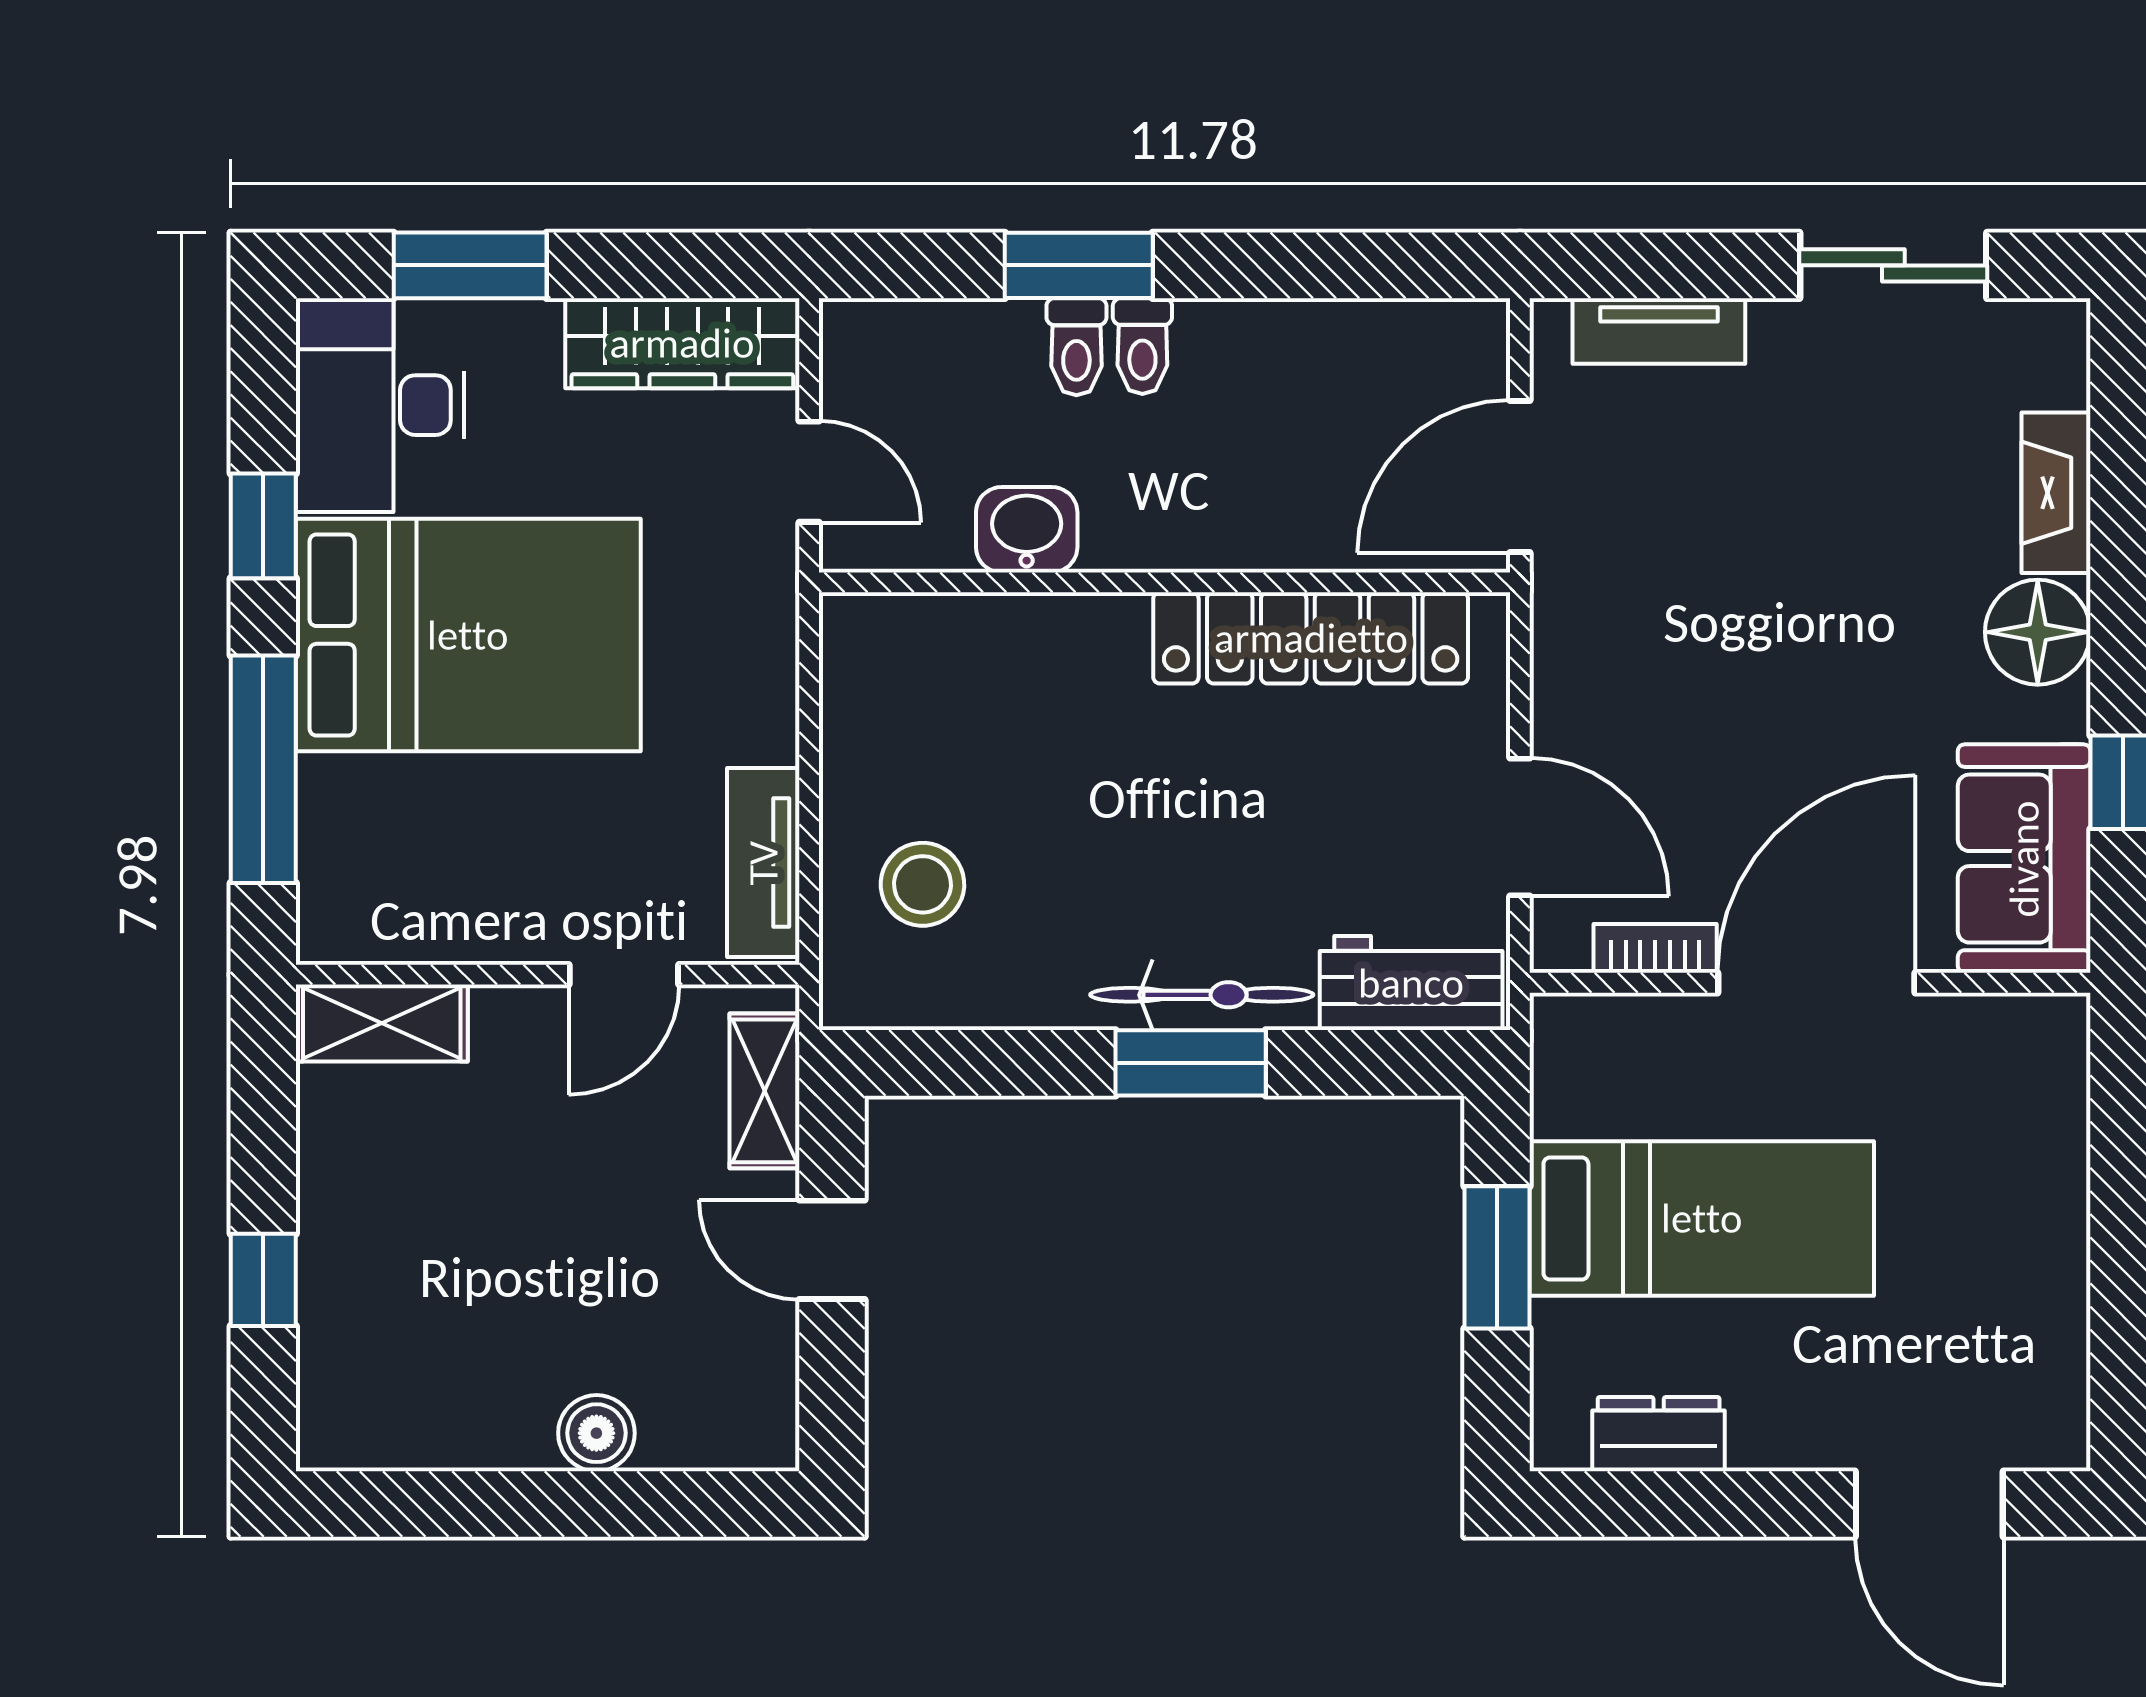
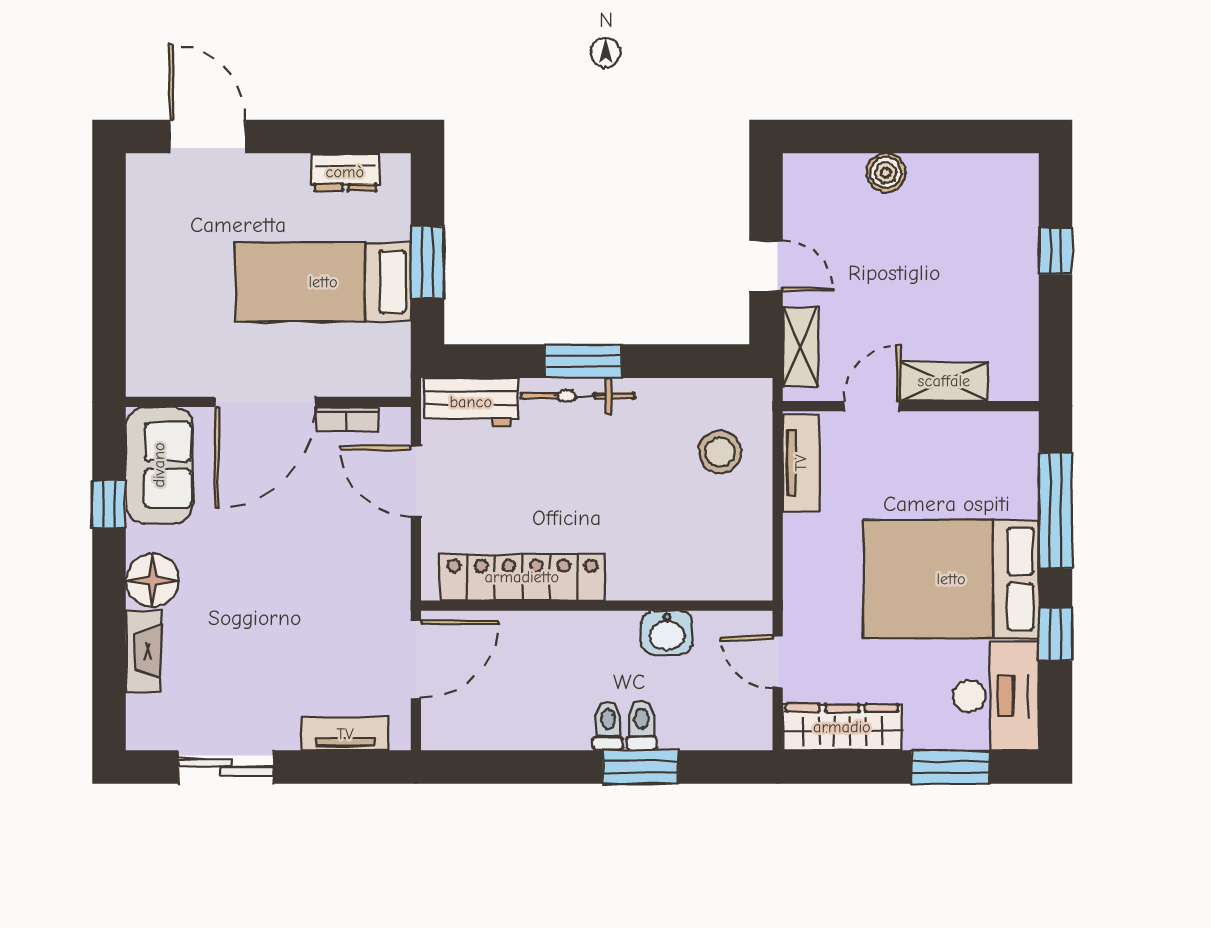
shelving: (382, 1023) -> (944, 381), moved

